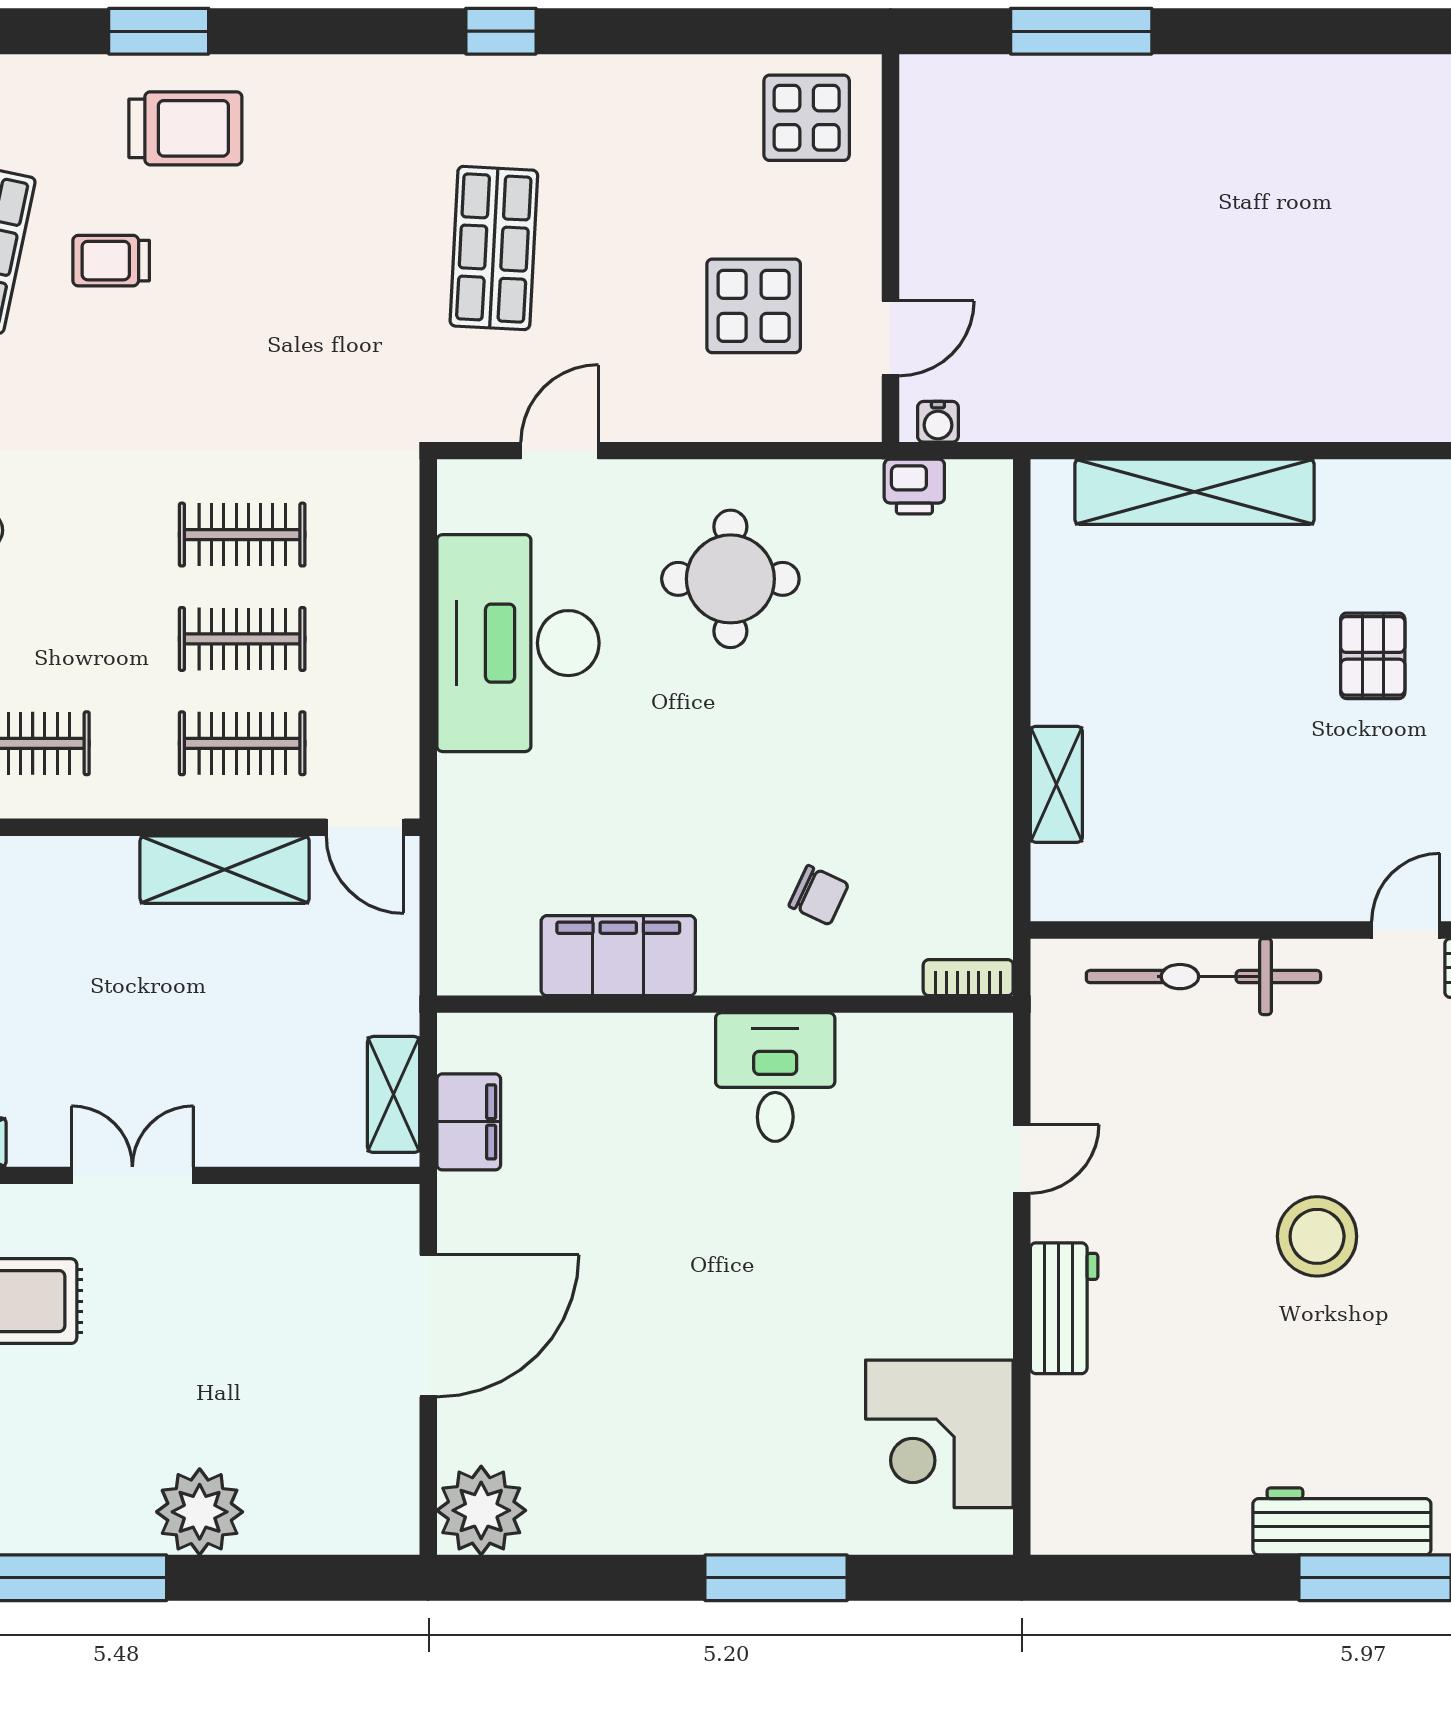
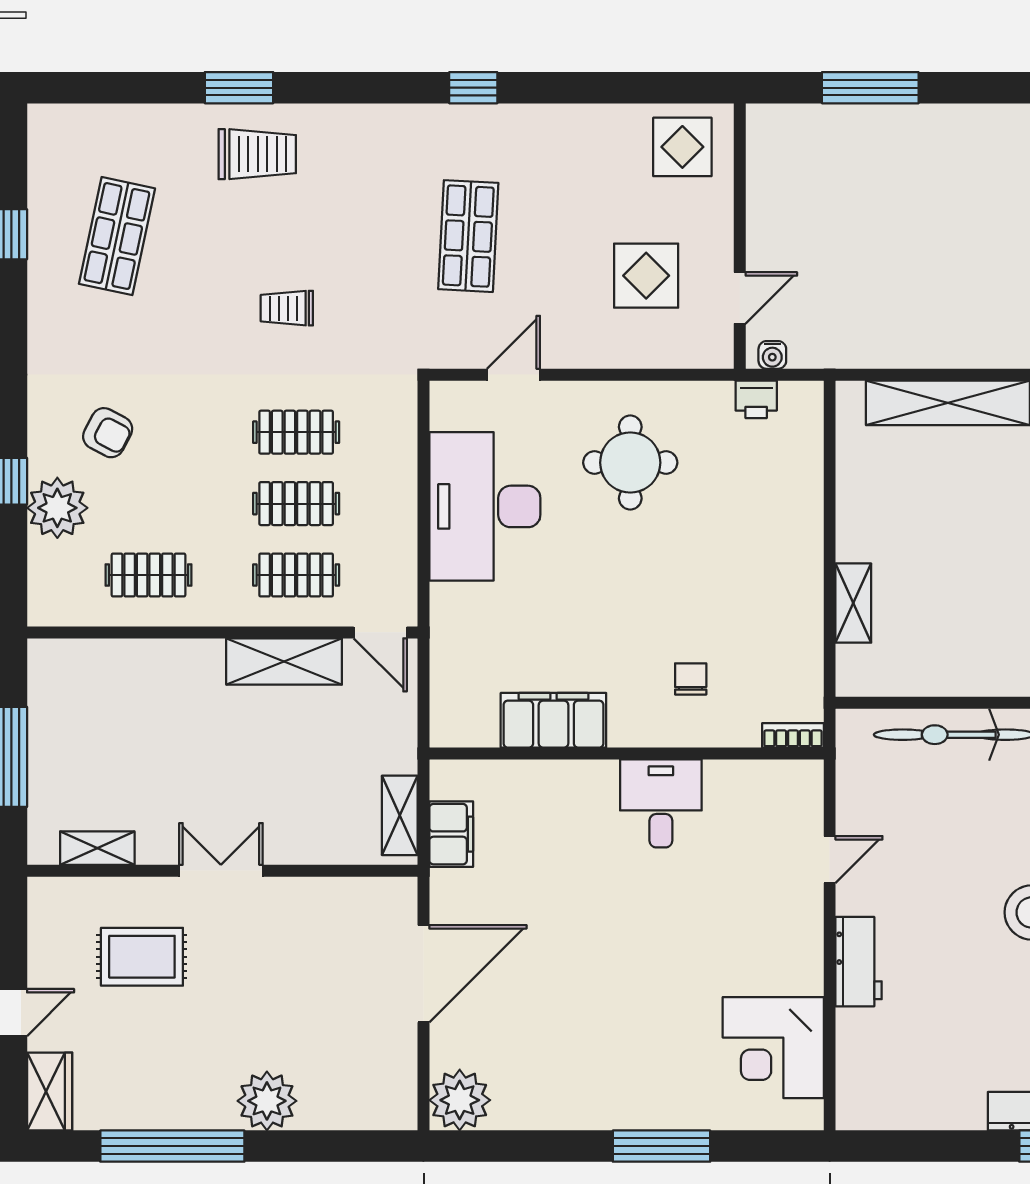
trolley: (111, 261) -> (287, 308), moved
chair: (819, 895) -> (691, 679), turned -115

